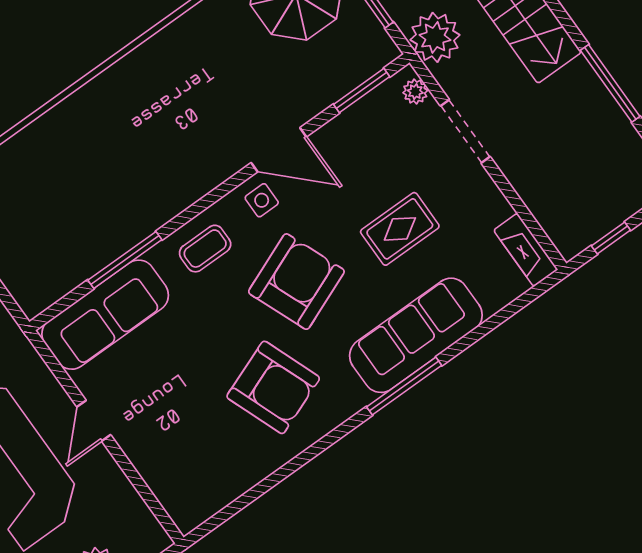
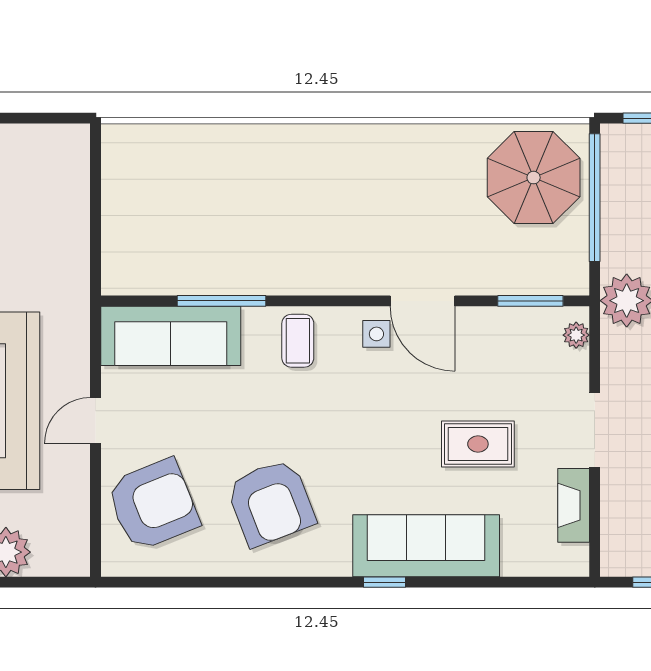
doorway: (465, 131) -> (595, 430), moved
coffee table: (205, 249) -> (298, 341), turned 90
fireplace: (526, 250) -> (574, 505), moved
armchair: (296, 282) -> (153, 505), moved
window: (404, 386) -> (385, 582), width x0.46

